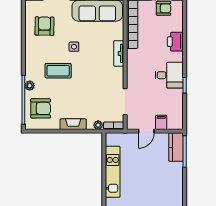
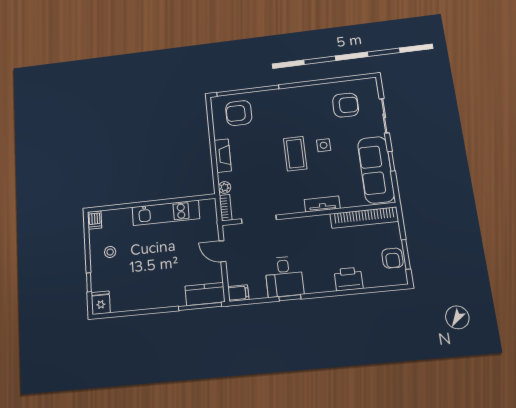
coffee table: (58, 71) -> (295, 154), moved
desk: (169, 75) -> (284, 277), moved
plant: (30, 86) -> (267, 96), removed
armchair: (41, 108) -> (239, 113), turned 90
filing cabinet: (161, 122) -> (238, 293), moved

